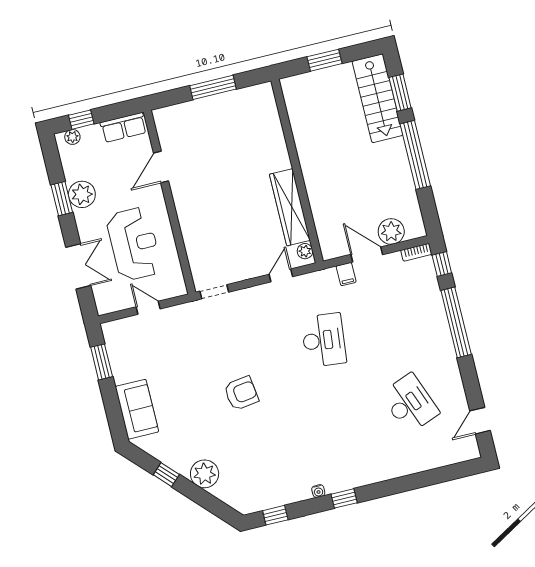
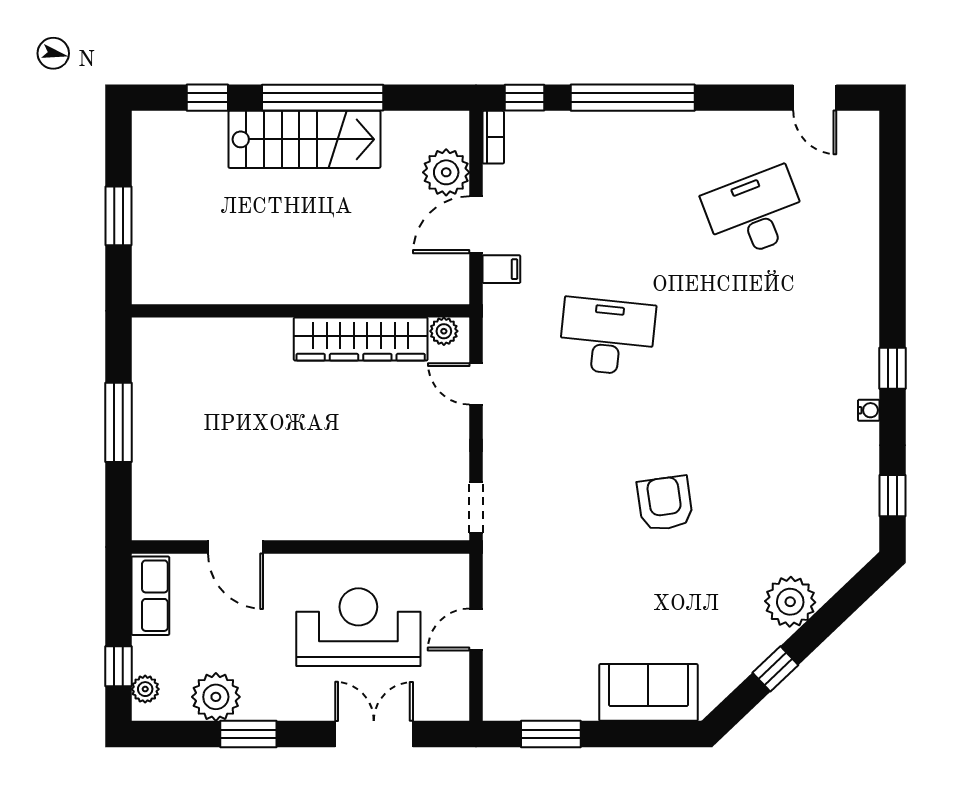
window: (400, 93) -> (207, 98), width x0.67
stairs: (378, 98) -> (304, 139), moved
plant: (82, 194) -> (216, 697), moved

